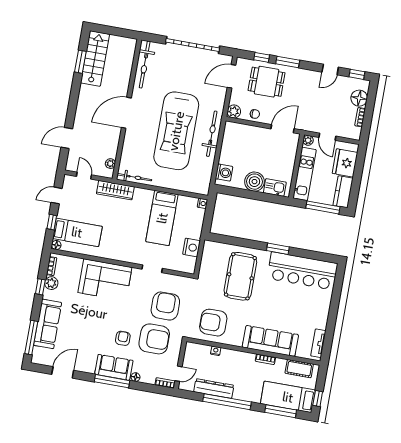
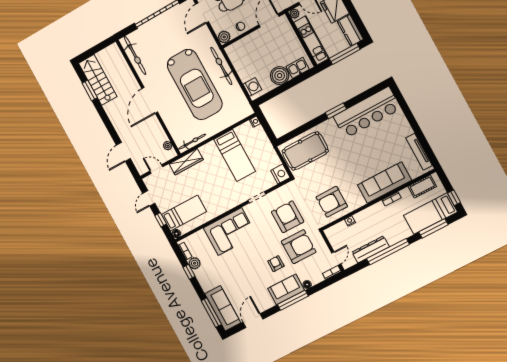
nightstand: (191, 247) -> (280, 174), moved
pool table: (240, 276) -> (305, 151), moved, turned 90
sofa: (48, 324) -> (223, 308), moved
tv unit: (318, 343) -> (419, 152), width x1.41

